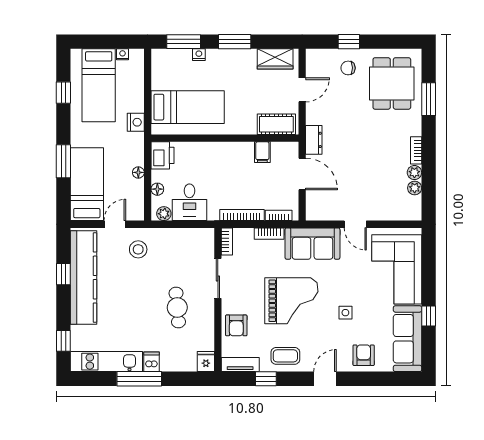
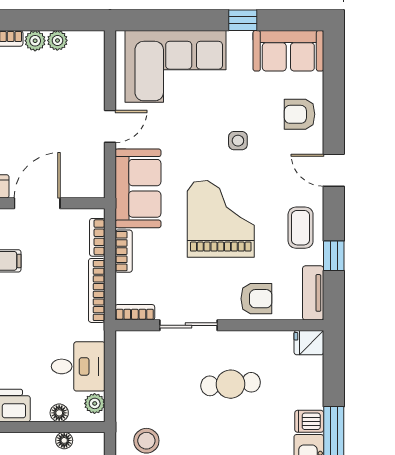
floor lamp: (138, 172) -> (64, 440), moved
sofa: (408, 339) -> (288, 51), width x0.73

